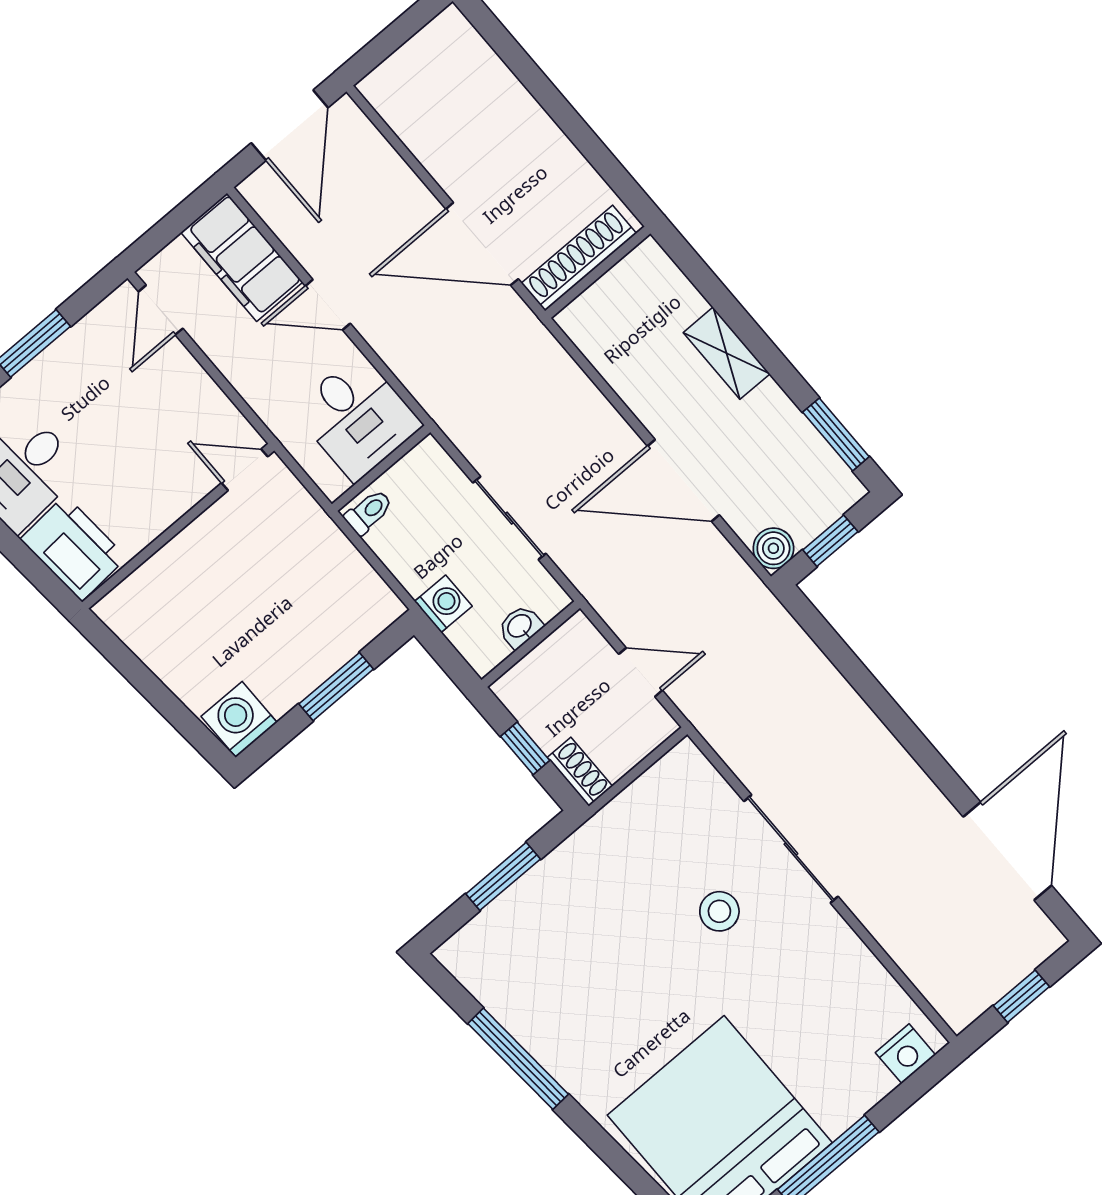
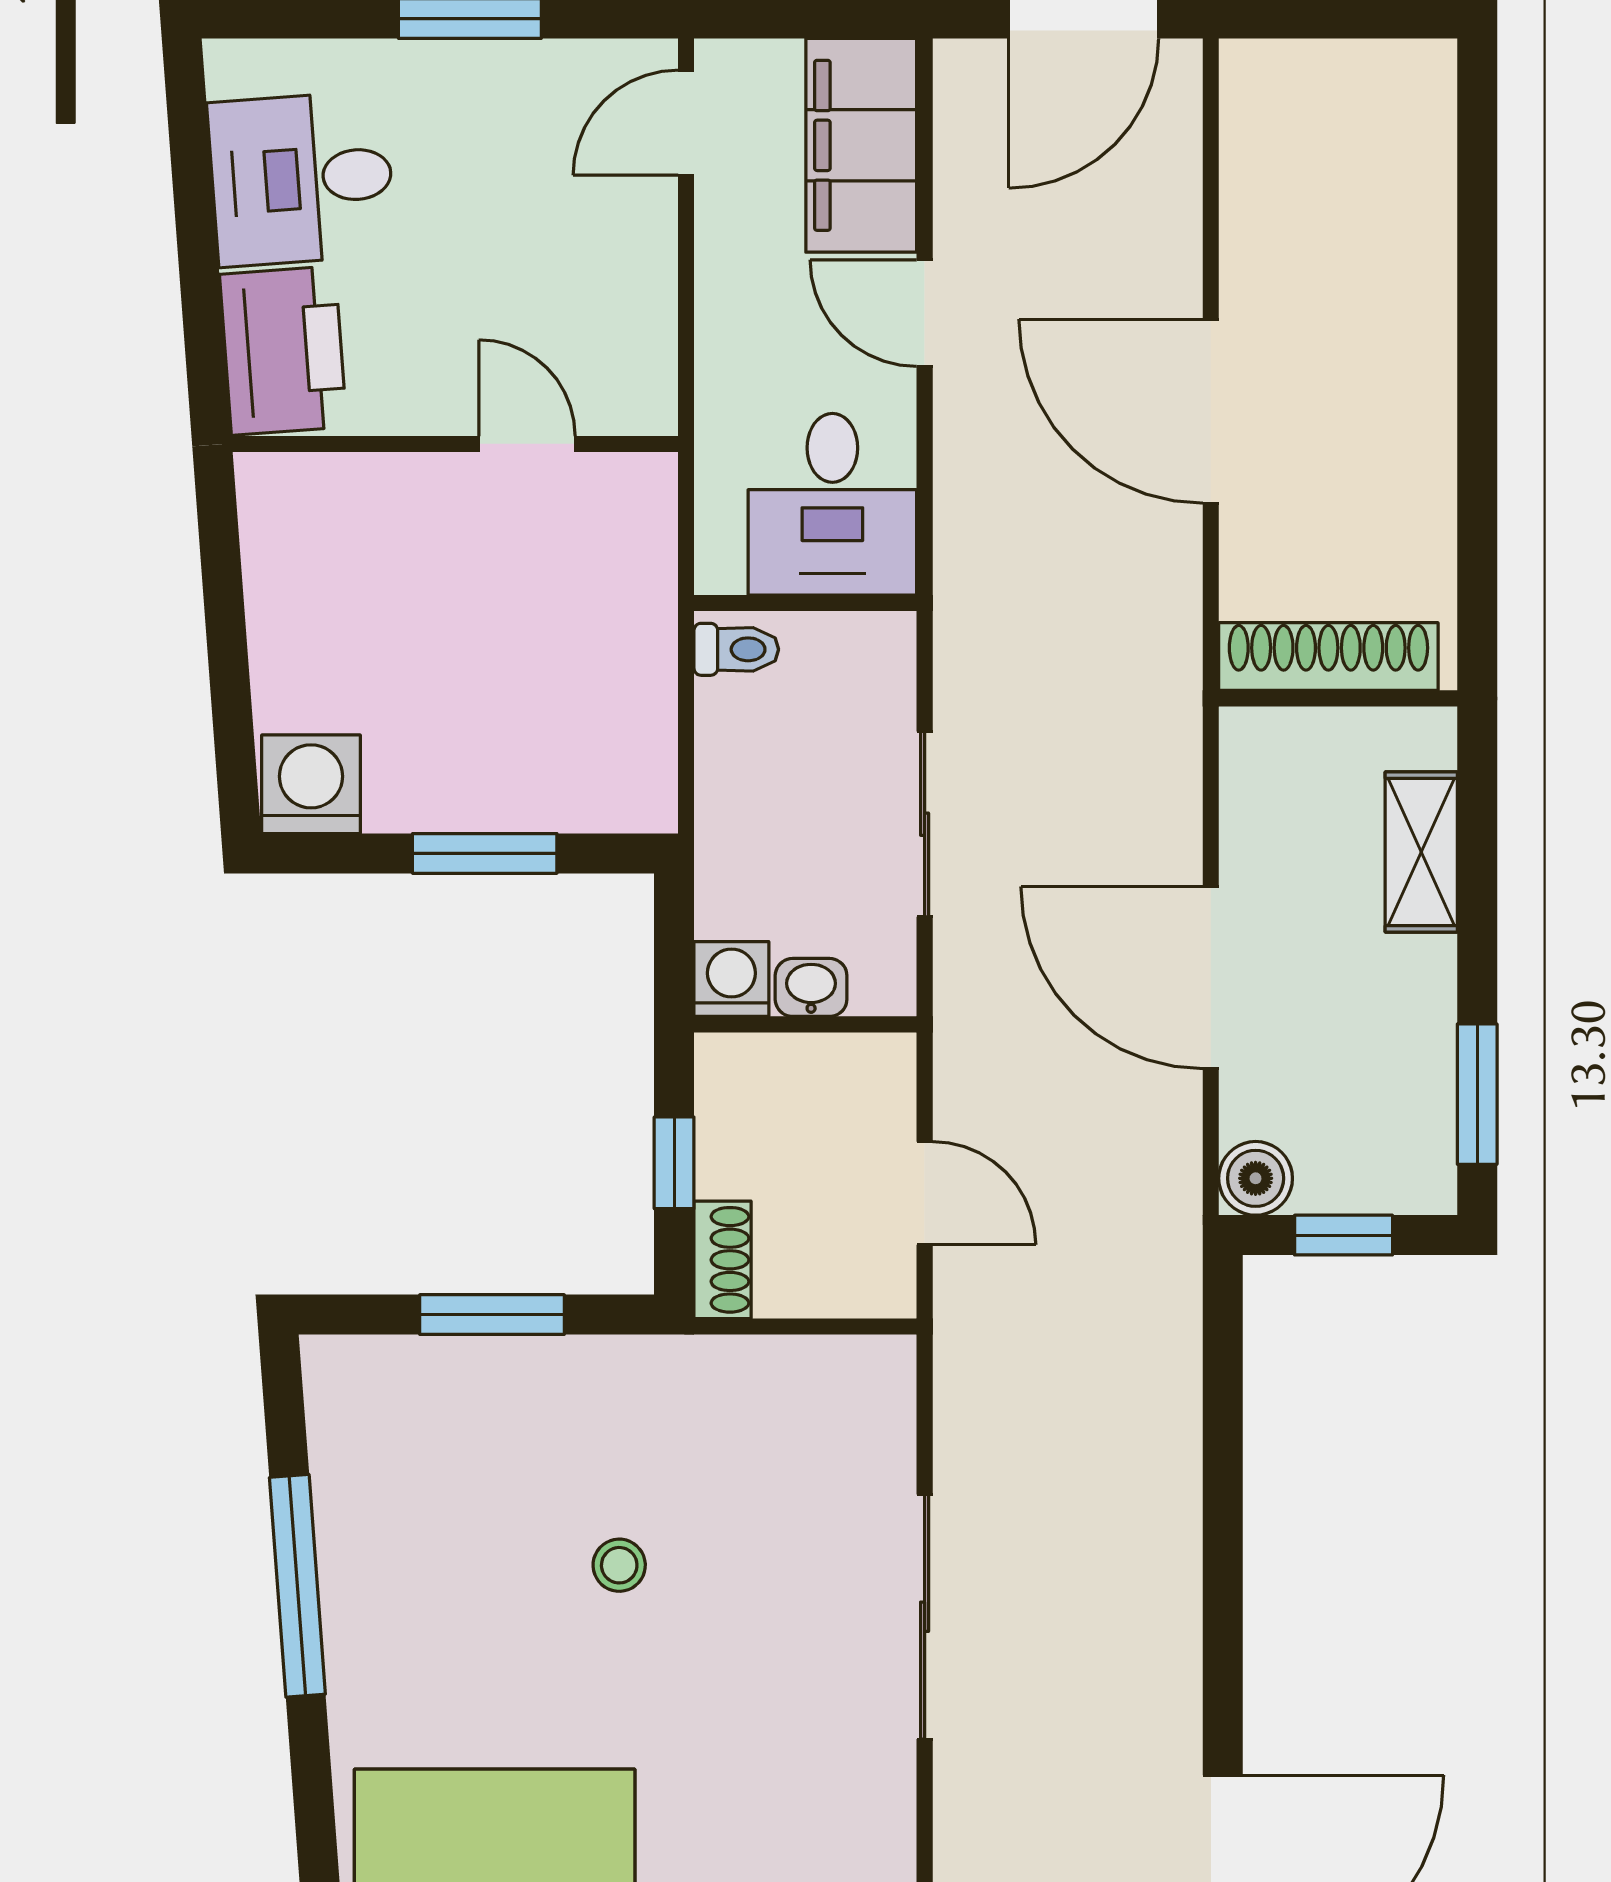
shoe rack: (579, 258) -> (1328, 657), moved
wall: (598, 272) -> (1338, 698), moved
door: (245, 470) -> (527, 444), moved
washing machine: (443, 604) -> (731, 979), moved, turned -90
stool: (719, 911) -> (619, 1565), moved, width x0.73, depth x0.73

